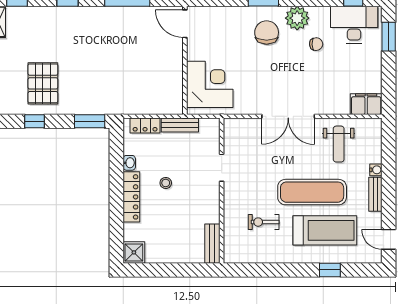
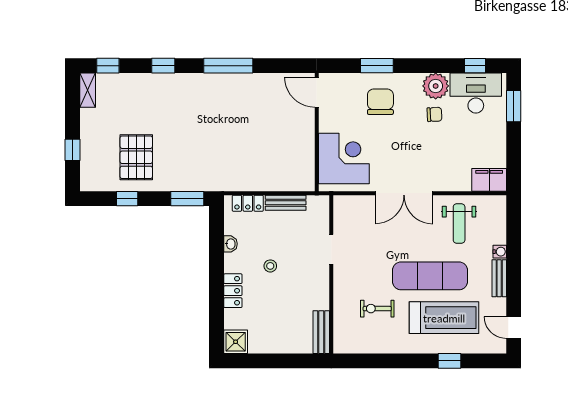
plant: (297, 18) -> (436, 86), moved
door: (185, 24) -> (317, 92), moved
wall: (185, 60) -> (317, 132), moved
corner desk: (210, 84) -> (344, 158), moved
locker: (131, 197) -> (233, 291), width x0.66

